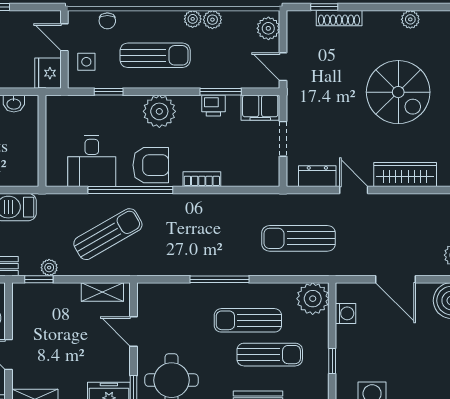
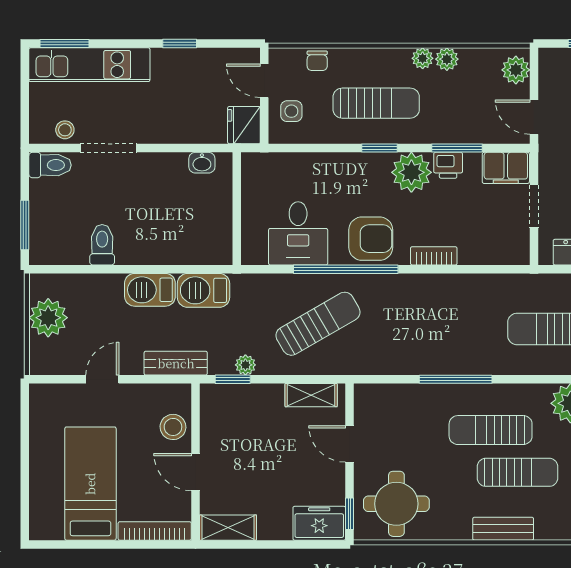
window: (109, 92) -> (380, 148), moved
plant: (159, 111) -> (411, 172), moved

